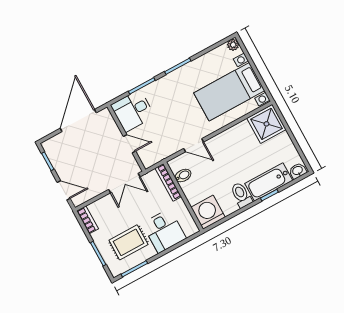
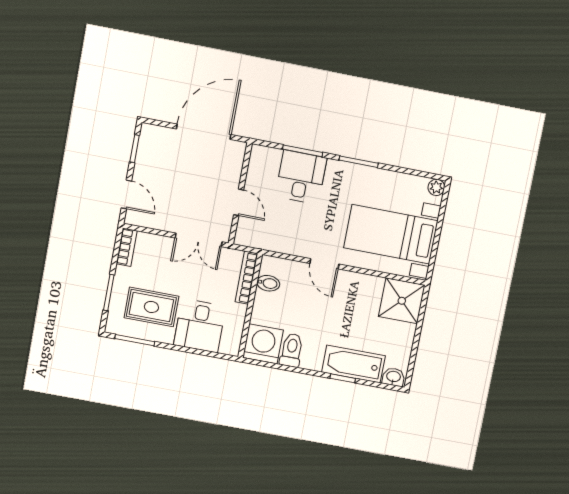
desk: (133, 111) -> (301, 177), moved, turned 90
door: (194, 145) -> (324, 264), moved
toilet: (241, 195) -> (292, 350), moved

